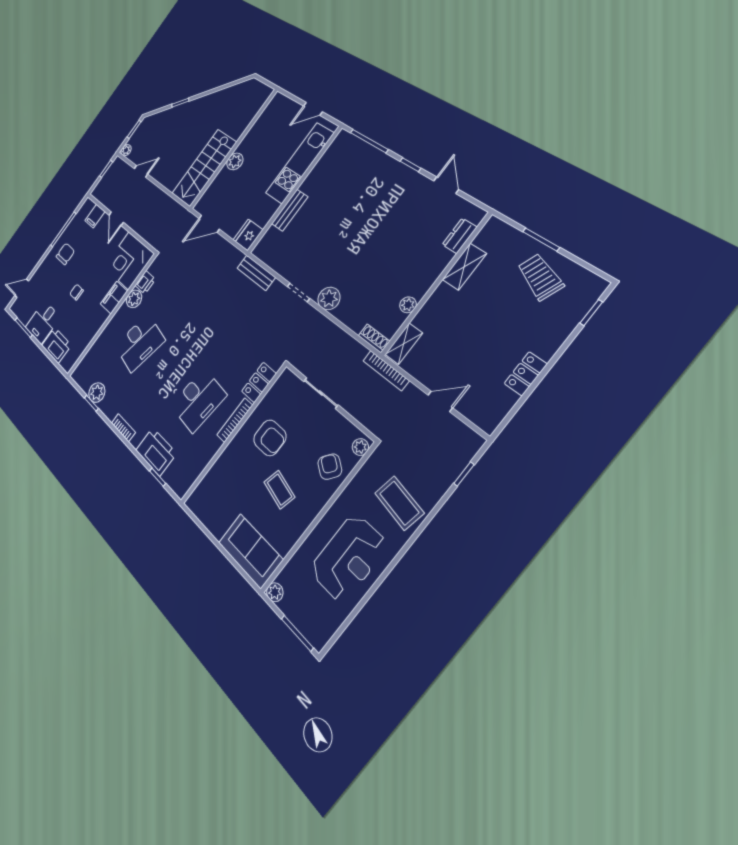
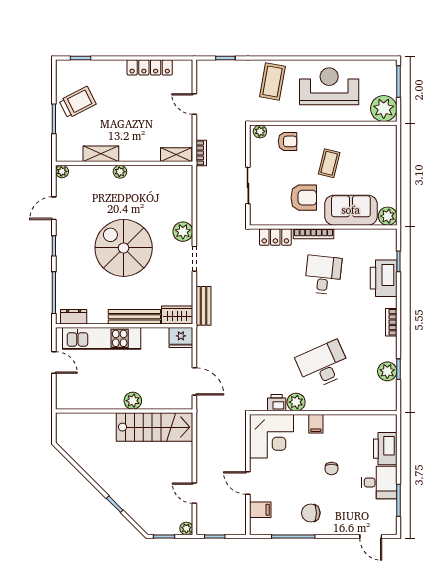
bench: (290, 210) -> (134, 317), width x1.36
plant: (477, 215) -> (62, 171), added
door: (116, 219) -> (248, 483), swing flipped
spiral stairs: (358, 231) -> (124, 248), added
dresser: (460, 236) -> (74, 317), moved, turned 180
wardrobe: (267, 244) -> (177, 315), added
trolley: (540, 277) -> (78, 102), turned -139
filing cabinet: (114, 298) -> (316, 424), width x0.50
plant: (408, 305) -> (120, 172), moved
shoe rack: (374, 338) -> (187, 177), removed
desk: (140, 343) -> (323, 365), turned -36
bookcase: (386, 371) -> (201, 153), width x0.64
locker: (526, 374) -> (150, 67), width x1.53
desk: (198, 400) -> (323, 275), width x0.73
armchair: (270, 438) -> (304, 198), turned 90
armchair: (330, 467) -> (288, 141), turned -126
plant: (196, 502) -> (388, 216), added
sofa: (250, 551) -> (351, 210), moved, turned 90
plant: (275, 592) -> (384, 109), width x1.88, depth x1.88

